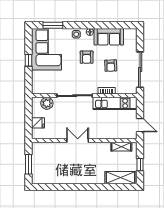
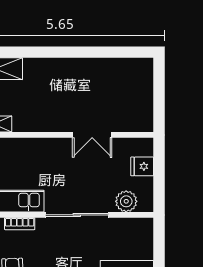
double door: (78, 140) -> (92, 135), moved
window: (29, 164) -> (159, 92), removed

